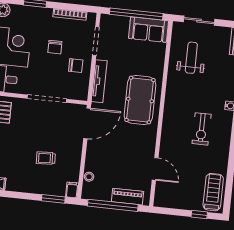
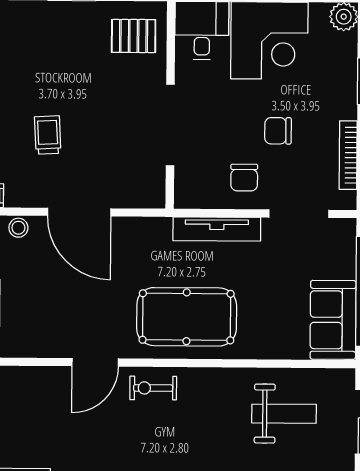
door: (87, 123) -> (79, 212), moved
exercise bike: (202, 129) -> (153, 388), moved, width x0.73, depth x0.72
door: (155, 169) -> (95, 362), moved

